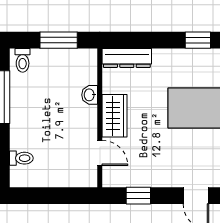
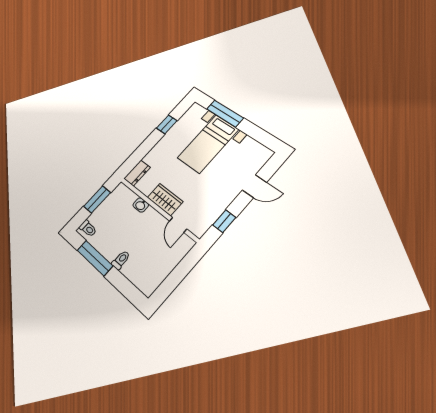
dresser: (127, 58) -> (137, 173), width x0.70
door: (100, 153) -> (178, 225), swing flipped
toilet: (21, 158) -> (121, 260), moved

